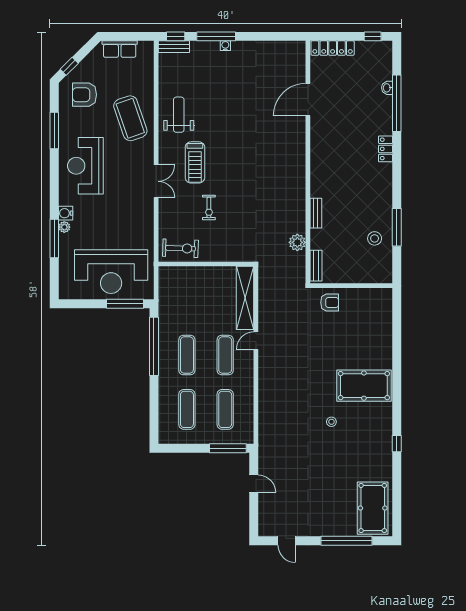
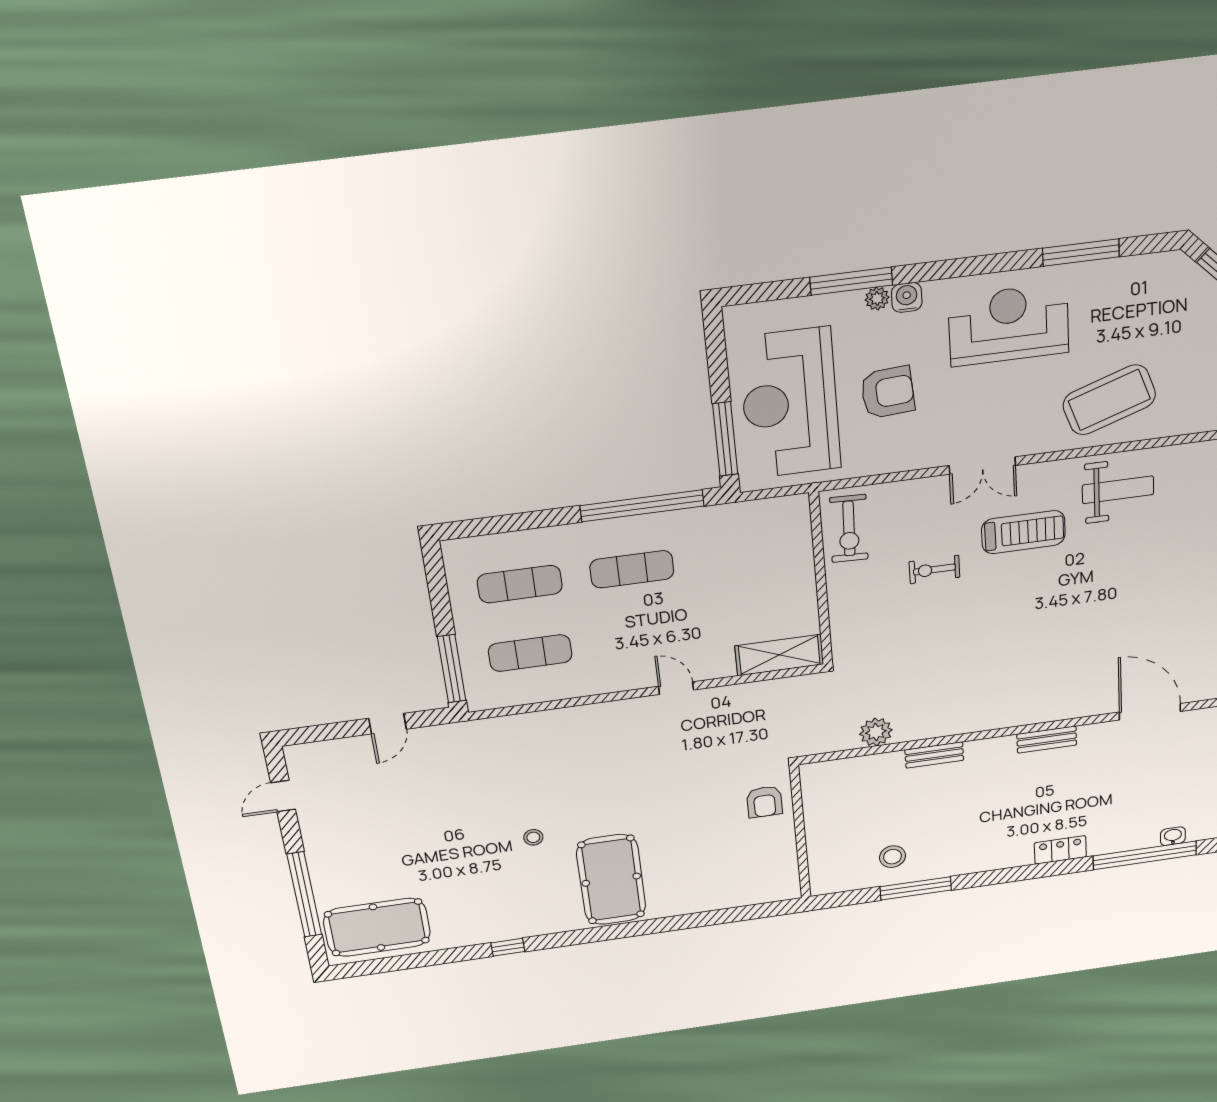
armchair: (84, 95) -> (888, 392), moved, turned 86
treadmill: (195, 162) -> (1023, 532), turned 180
bench: (316, 266) -> (1047, 740), moved
shelving: (245, 298) -> (779, 655), width x0.68
exercise mat: (225, 355) -> (641, 638), removed

